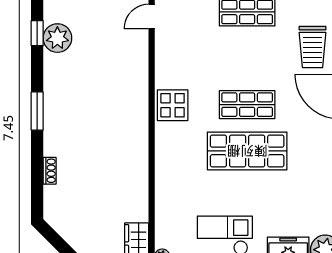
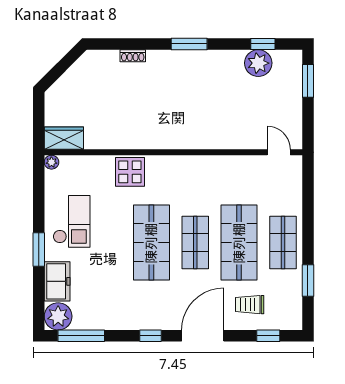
trolley: (313, 47) -> (250, 305), width x0.73, depth x0.72
shop shelf: (247, 58) -> (239, 243), added
display table: (173, 105) -> (130, 172), moved

